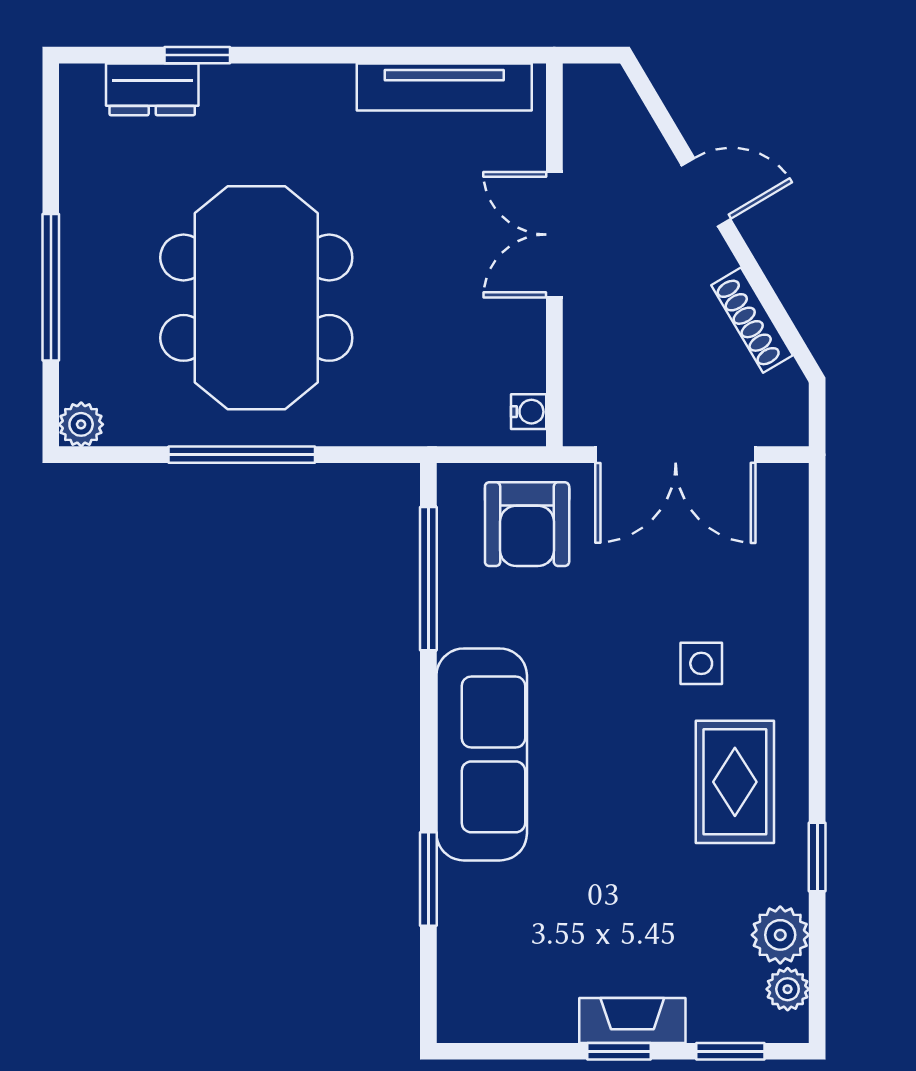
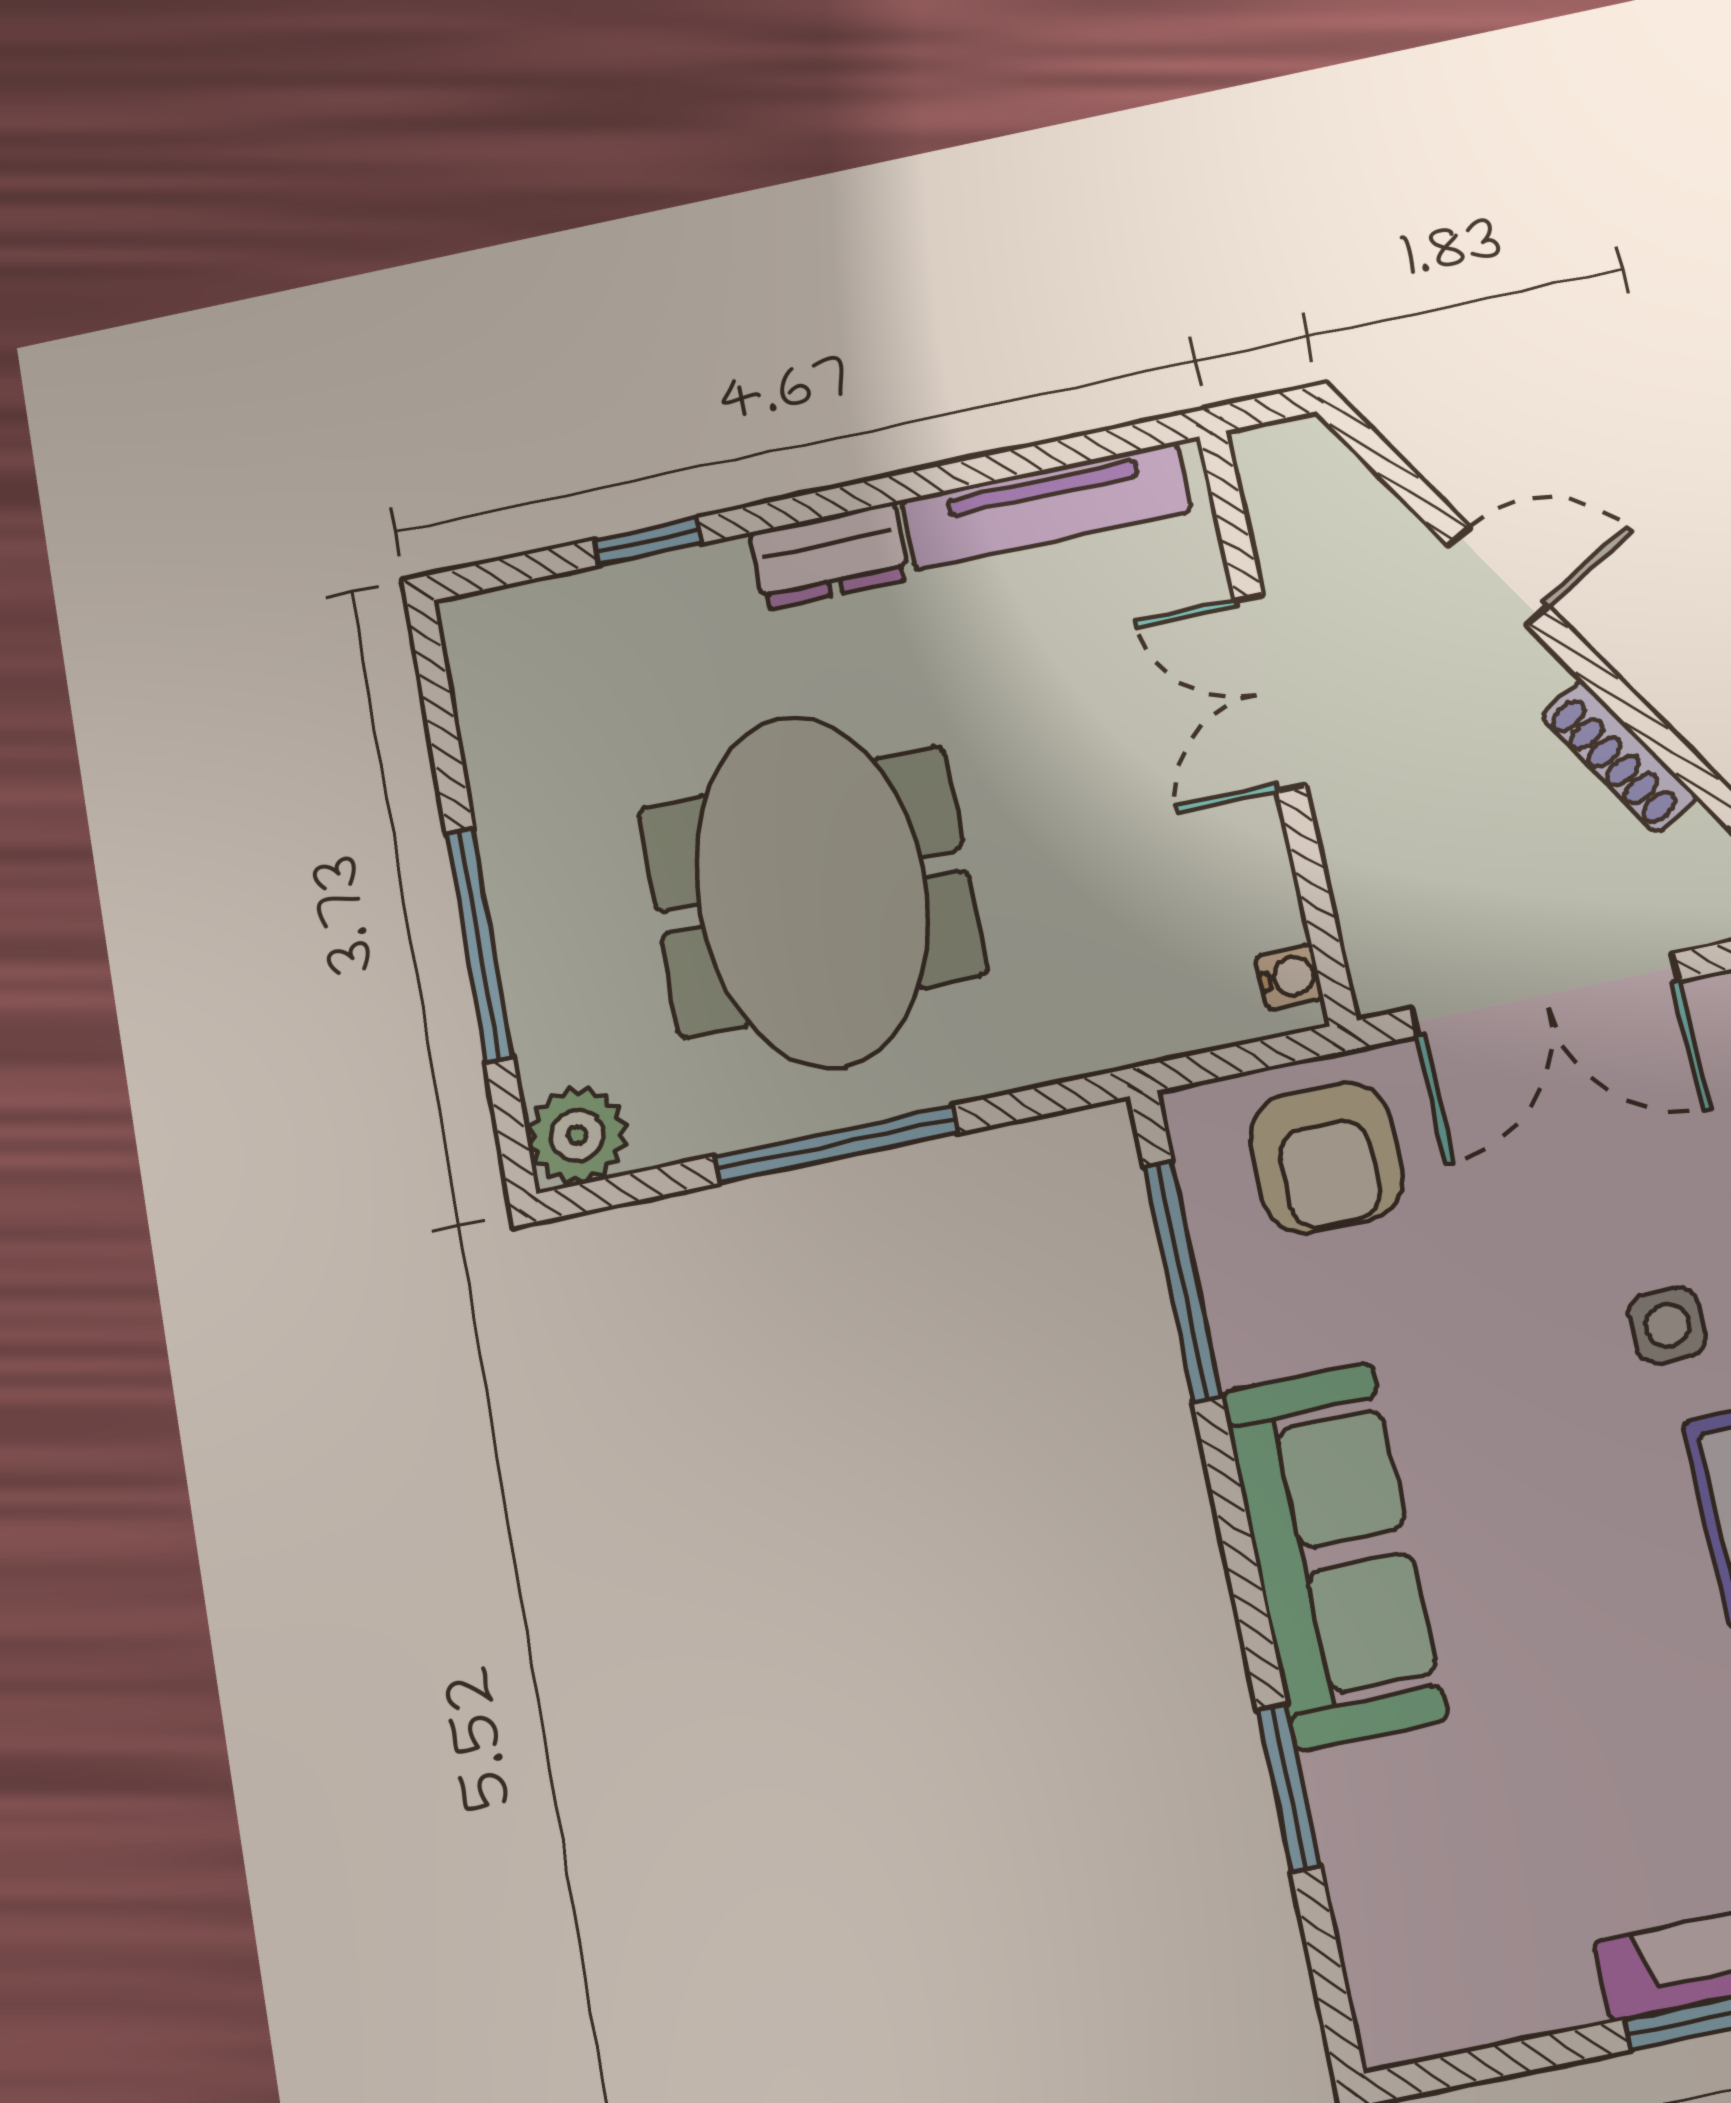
dresser: (152, 89) -> (829, 556), moved
plant: (81, 424) -> (577, 1135), width x1.38, depth x1.38

